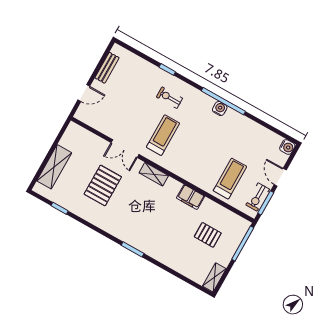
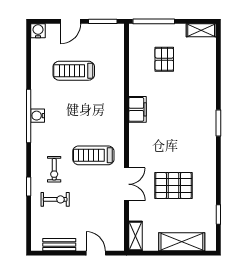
shelving: (154, 174) -> (135, 236), moved
treadmill: (230, 179) -> (74, 71), moved
filing cabinet: (191, 197) -> (137, 109), moved
exercise bike: (258, 197) -> (55, 199), moved

